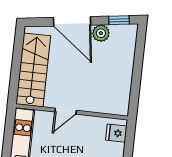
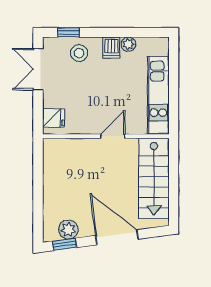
plant: (101, 33) -> (68, 230), moved

